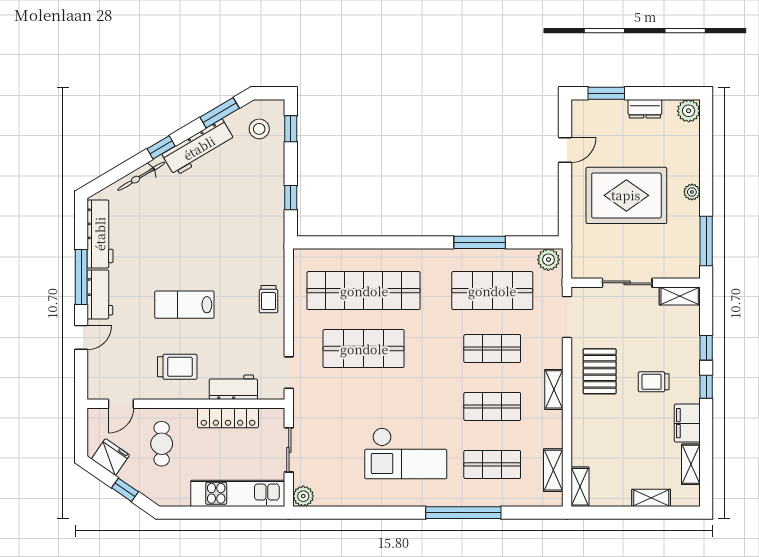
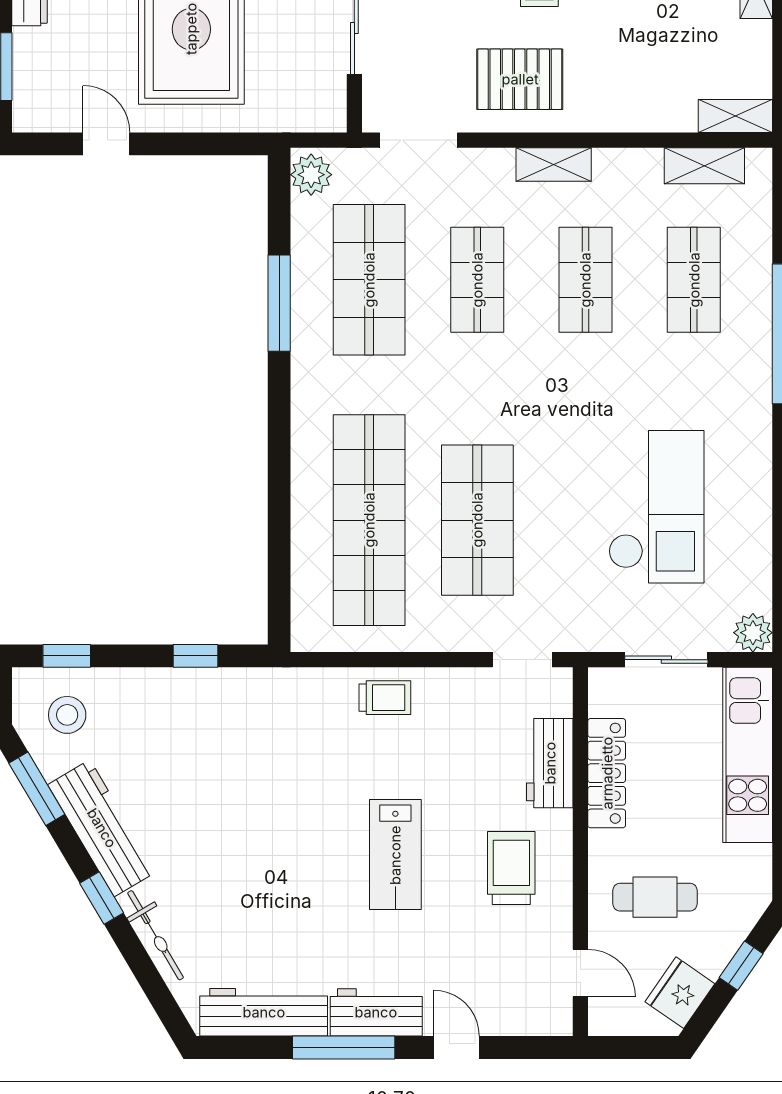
checkout: (406, 453) -> (656, 507), moved

